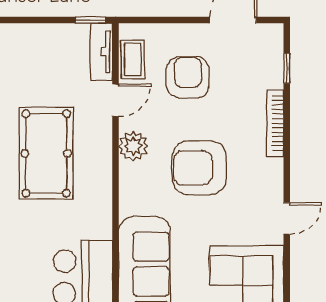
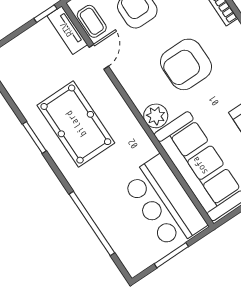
plant: (133, 146) -> (156, 116), moved

